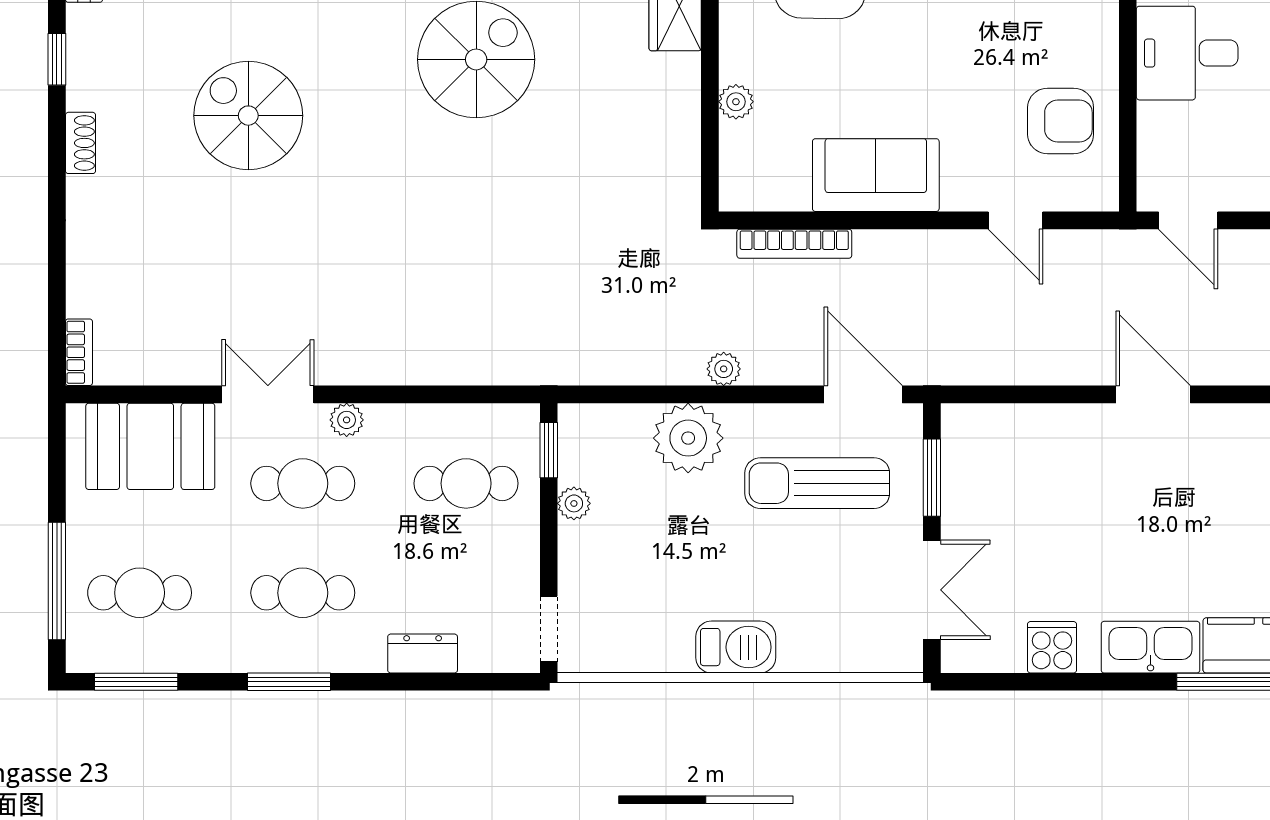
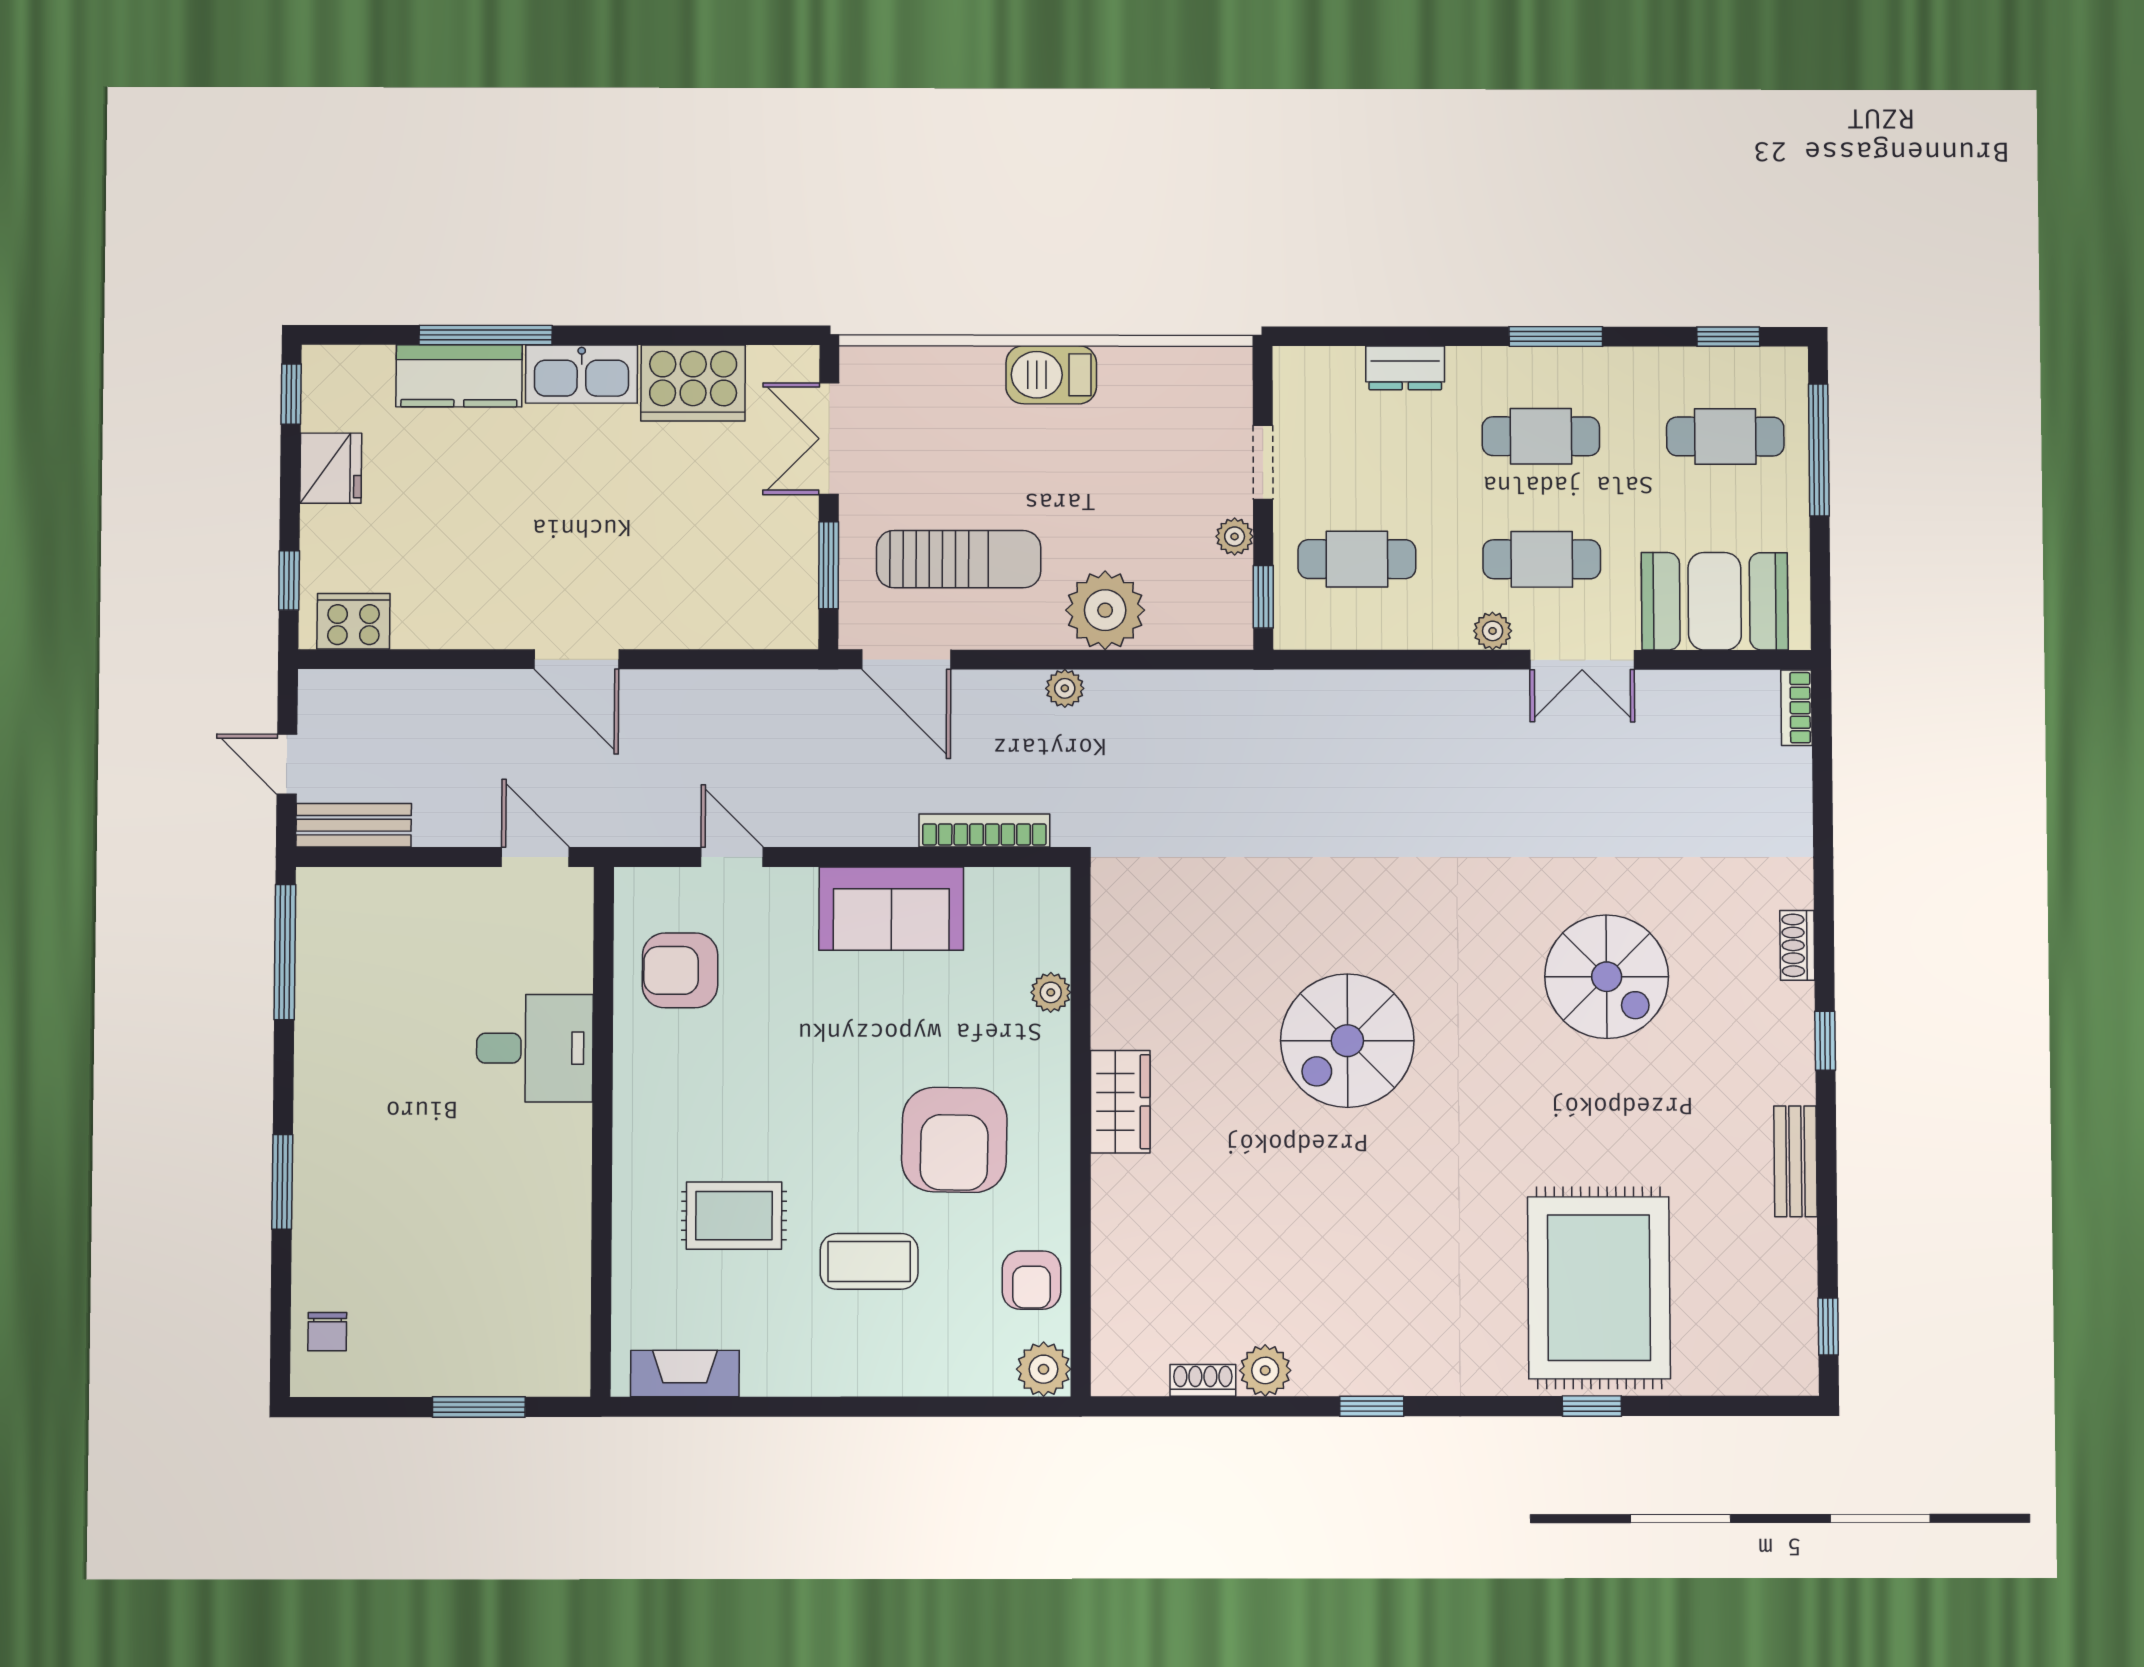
doorway: (549, 629) -> (1263, 463), moved
cooker: (1052, 647) -> (693, 383), width x1.87, depth x1.31
window: (136, 682) -> (1728, 337), width x0.67

